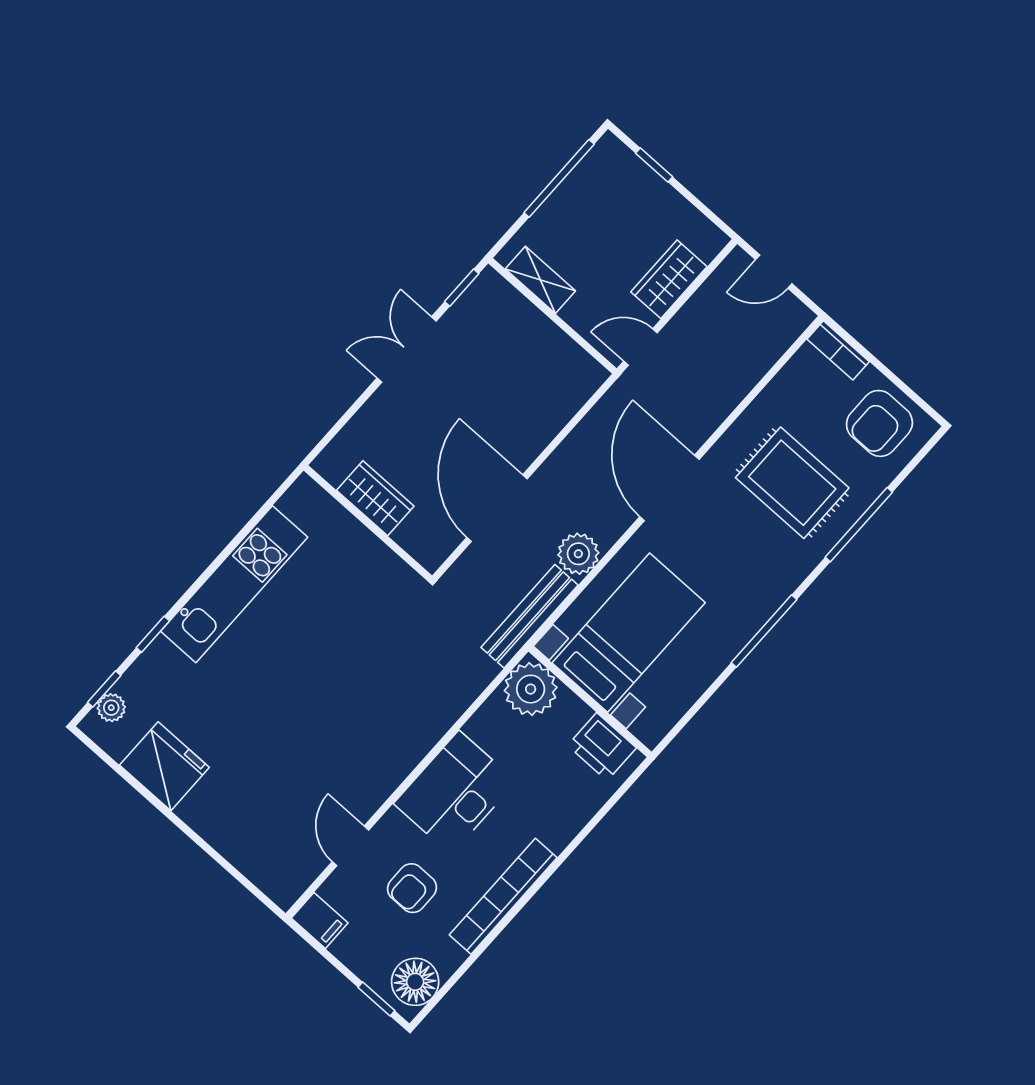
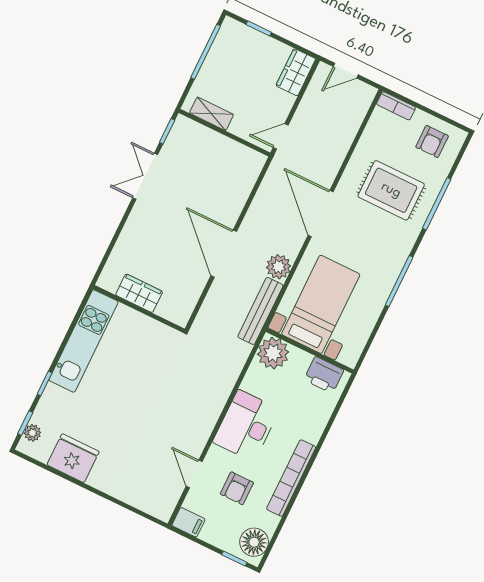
wardrobe: (669, 279) -> (296, 72), moved
armchair: (879, 423) -> (432, 141), width x0.72, depth x0.72
wardrobe: (375, 498) -> (139, 293), moved
wall: (368, 523) -> (139, 309), moved

